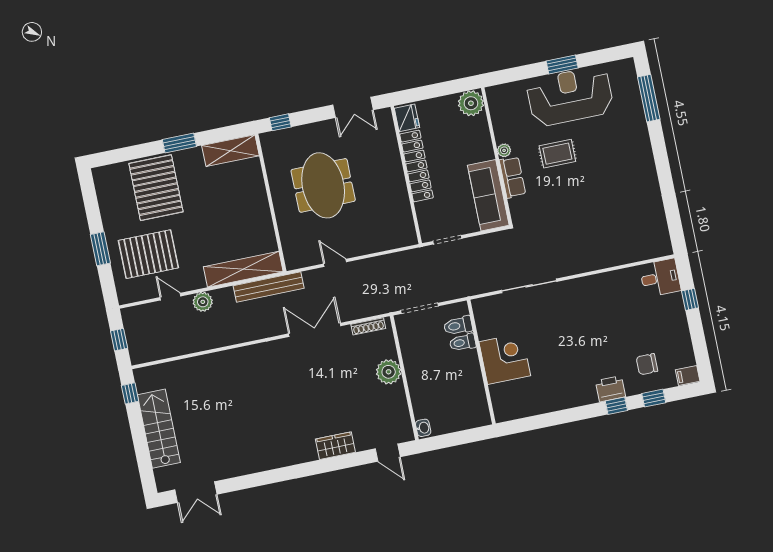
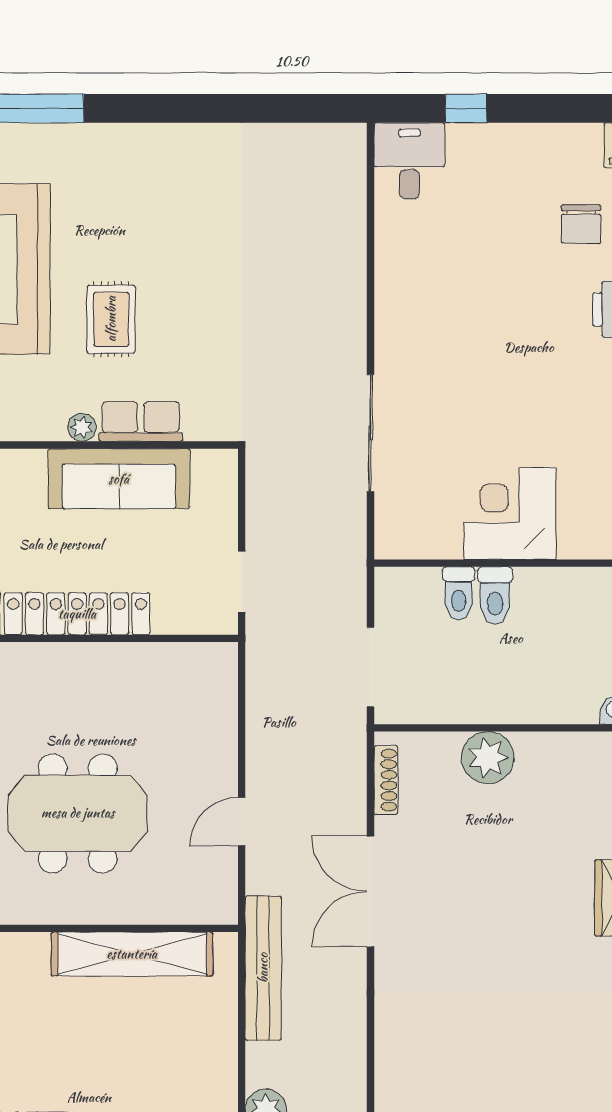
sofa: (488, 195) -> (119, 479), moved
shelving: (243, 269) -> (132, 954), moved, turned 90
toilet: (458, 326) -> (495, 595), moved

